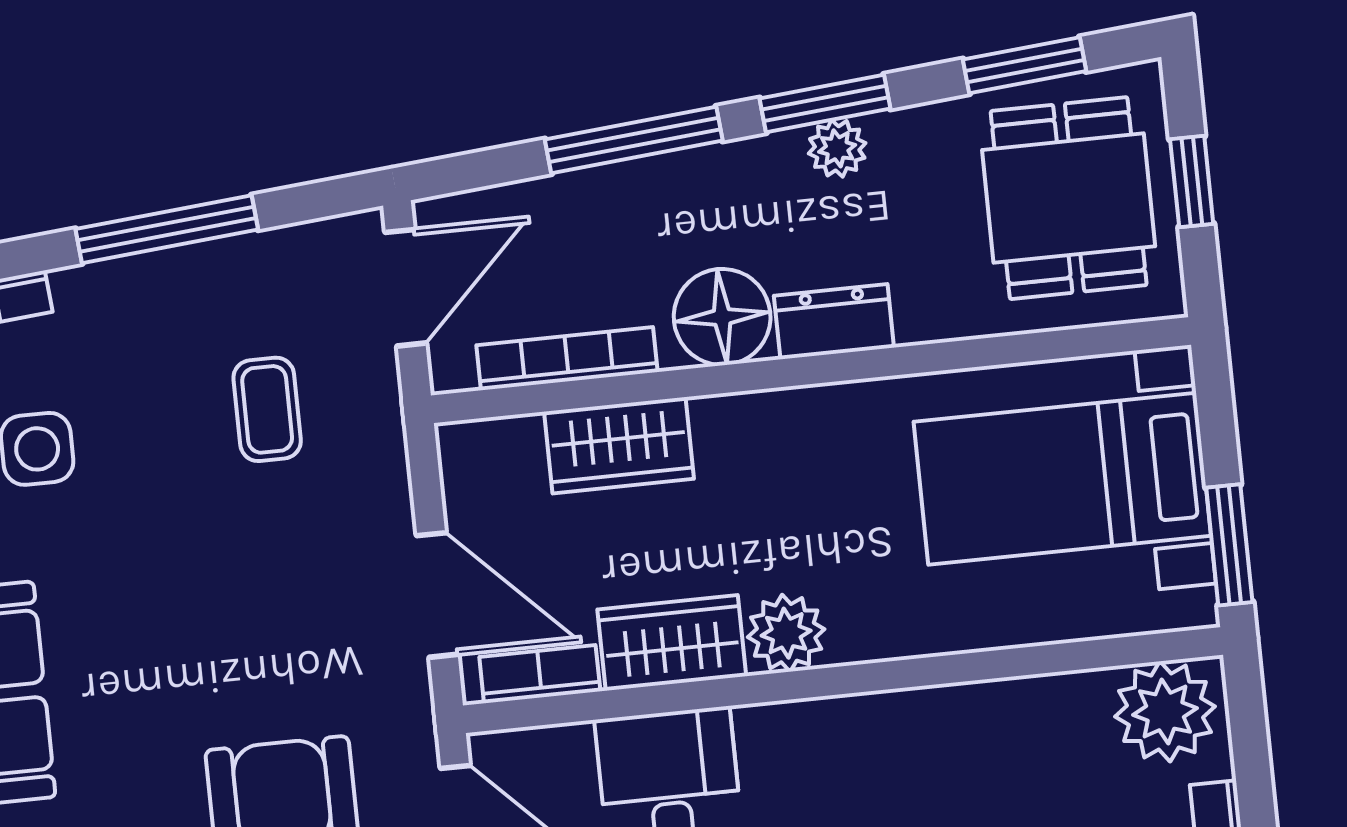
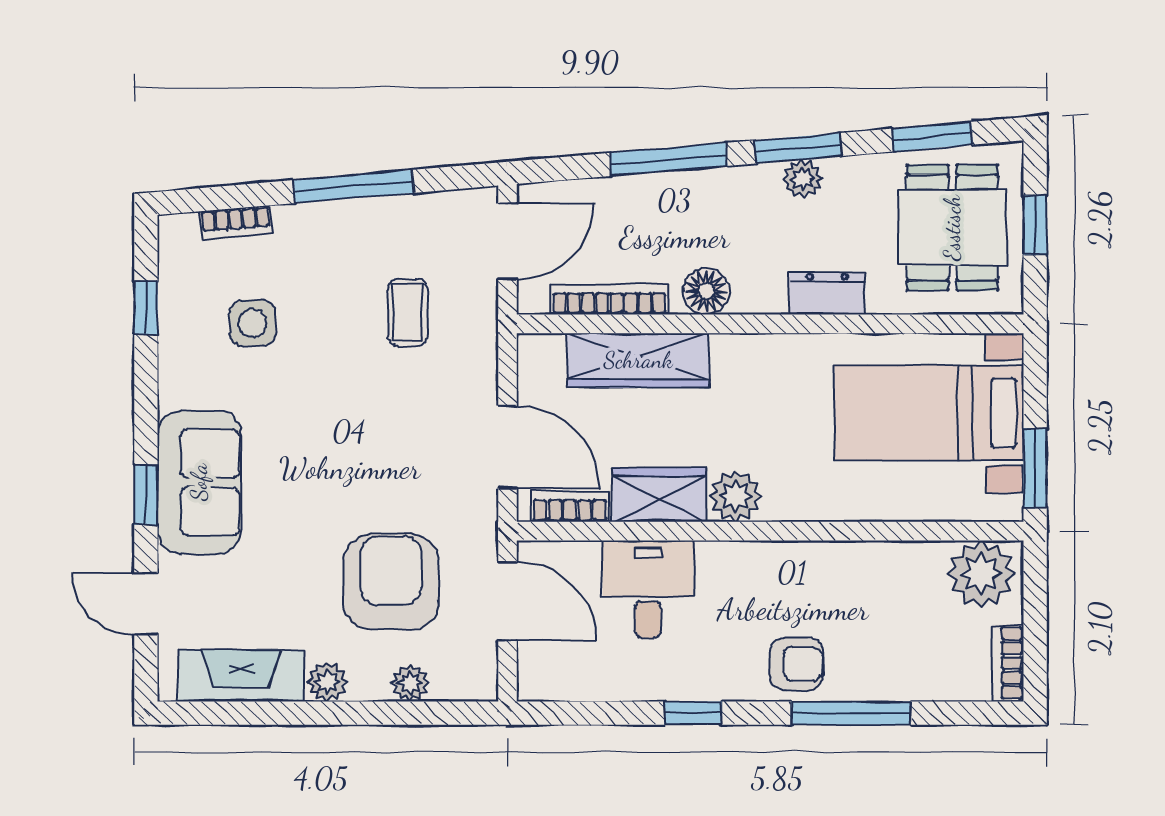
floor lamp: (722, 317) -> (706, 291), width x0.73, depth x0.73
dresser: (834, 322) -> (827, 293), moved
wardrobe: (619, 445) -> (638, 360), width x1.50

